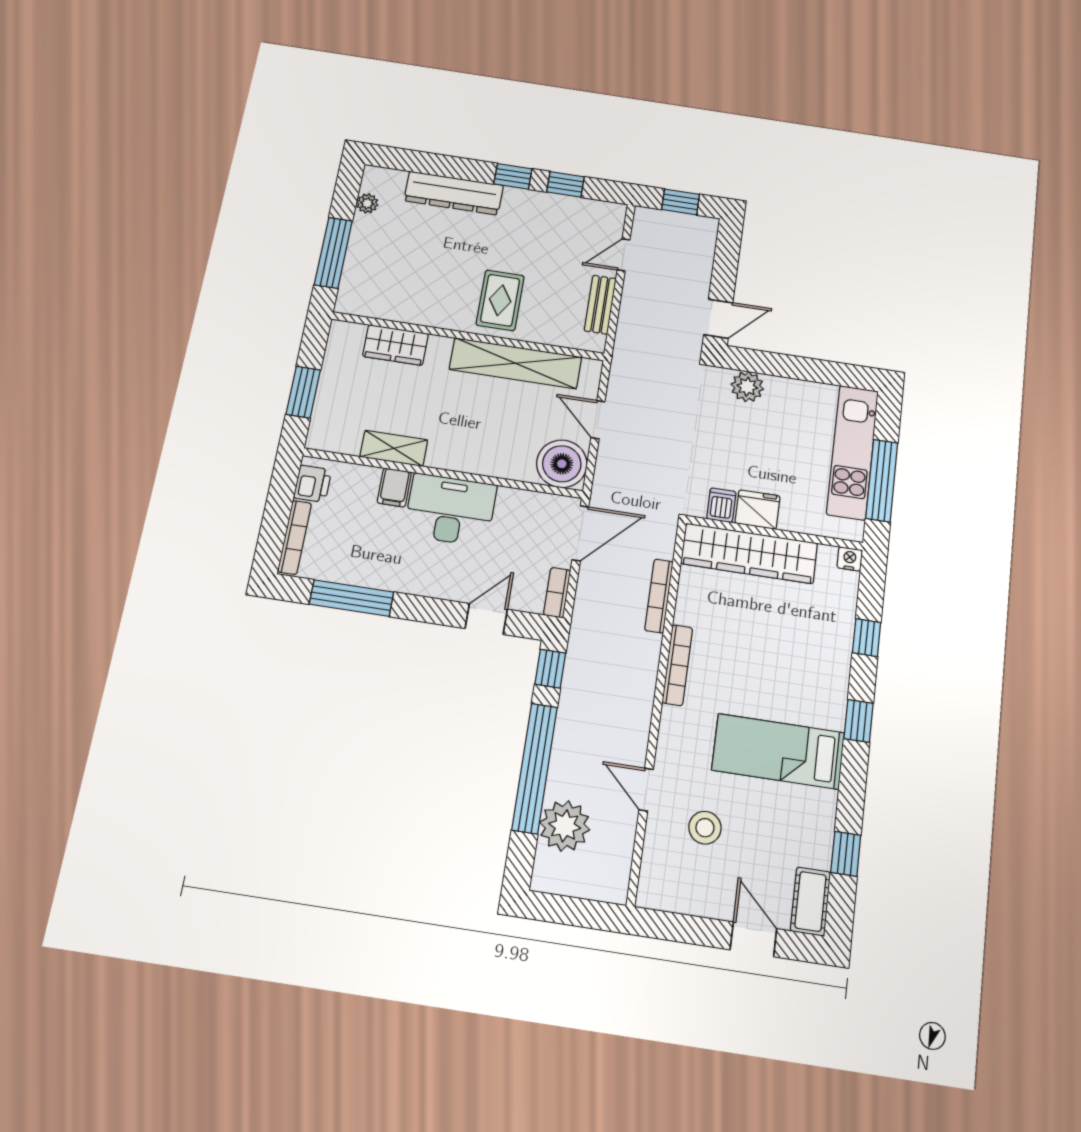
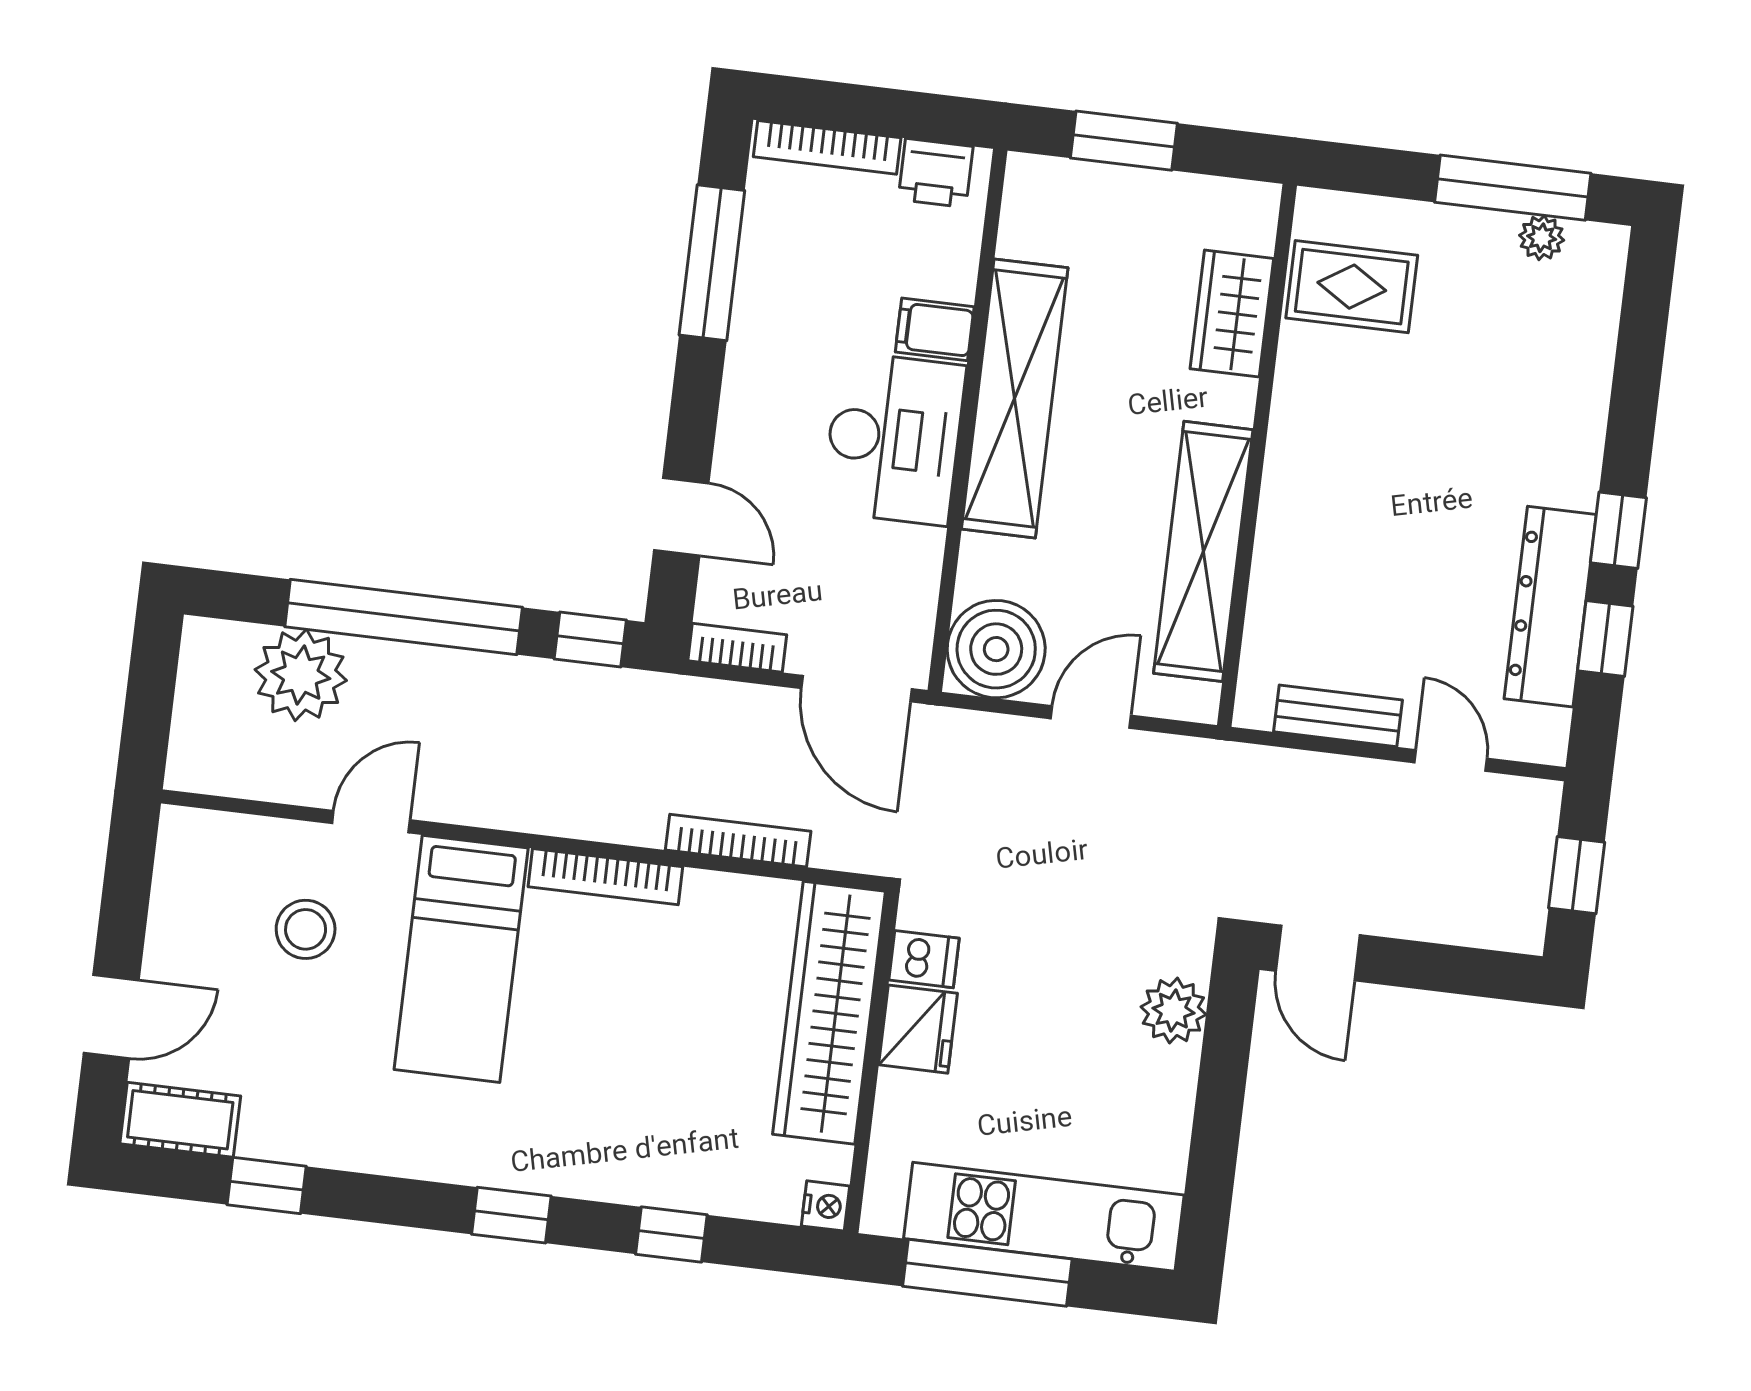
dresser: (454, 193) -> (1550, 607), moved
window: (333, 253) -> (1513, 188), moved
rug: (500, 300) -> (1352, 287), moved
shelving: (394, 448) -> (1015, 398), width x2.20, depth x1.33
bed: (778, 751) -> (461, 959), moved, turned 180

